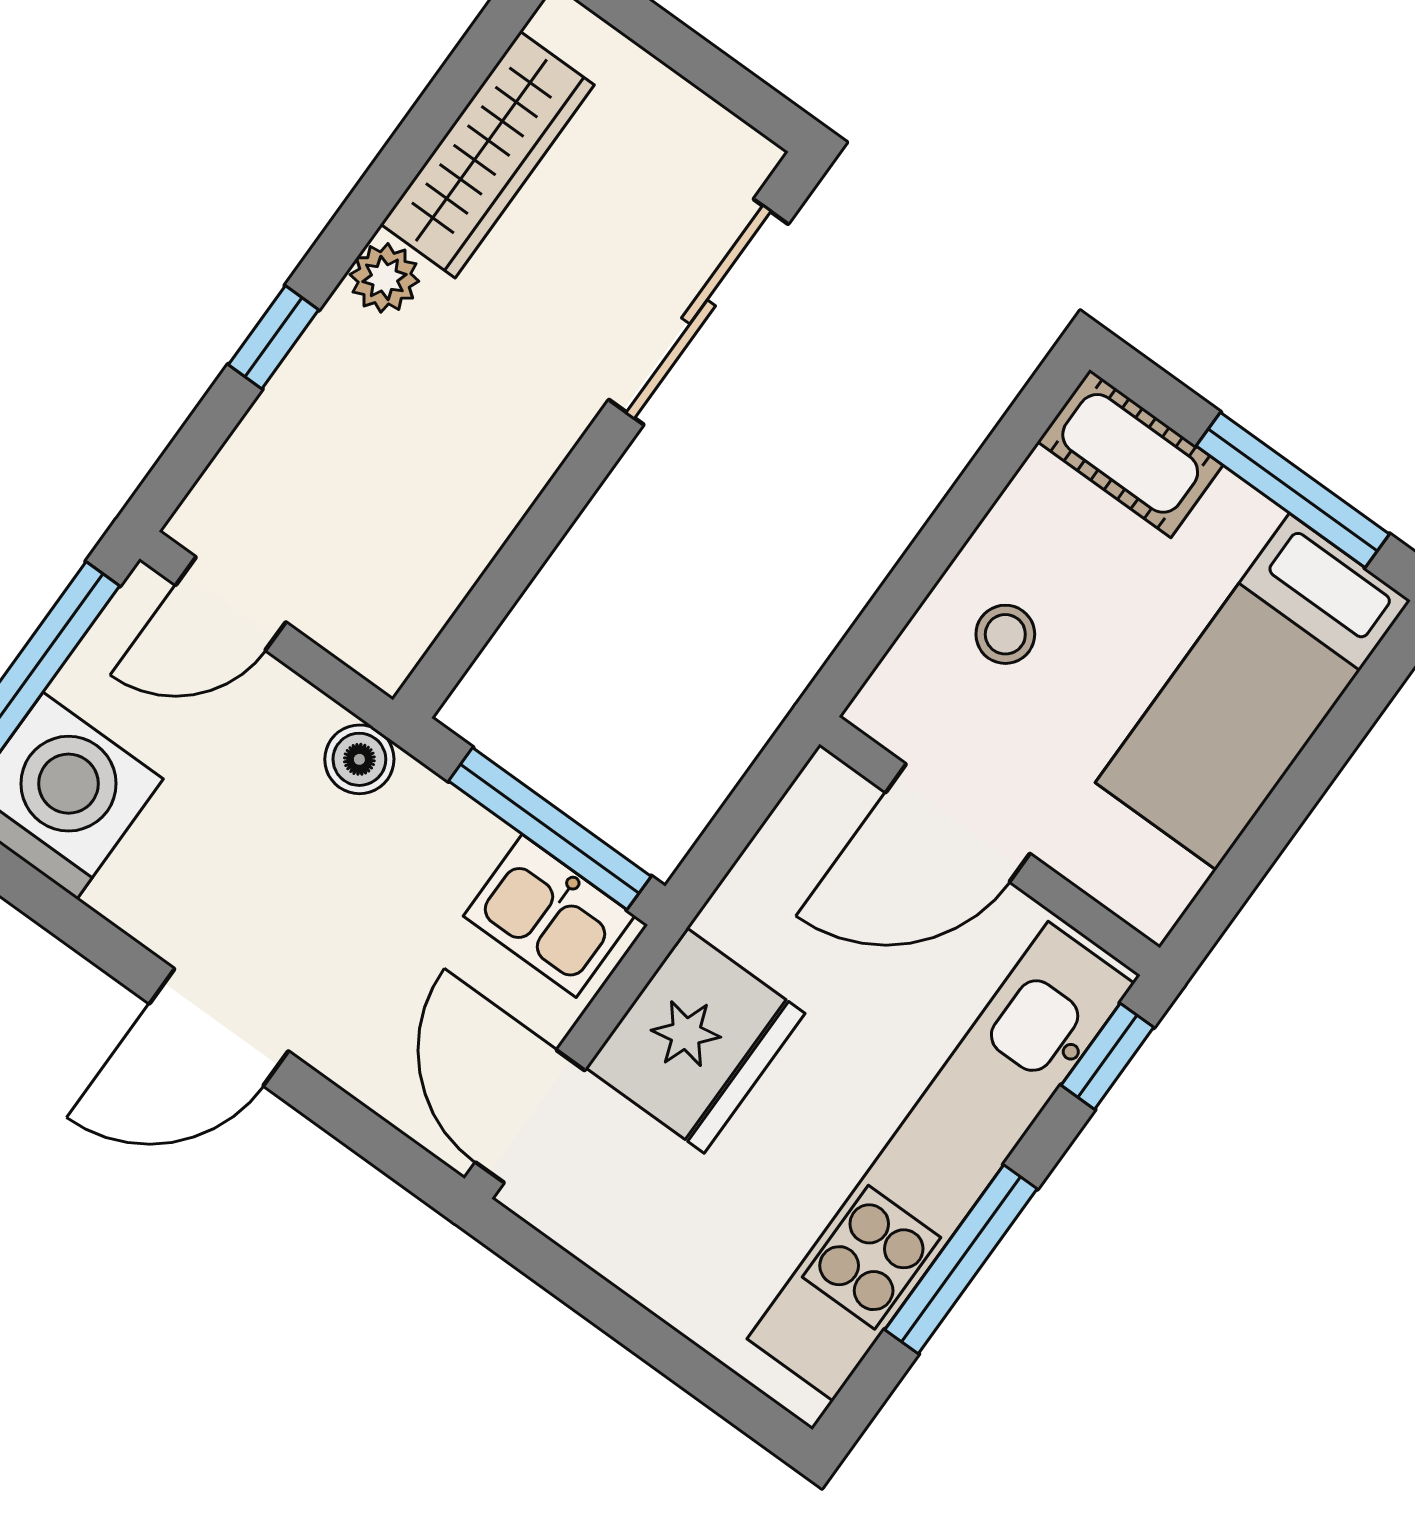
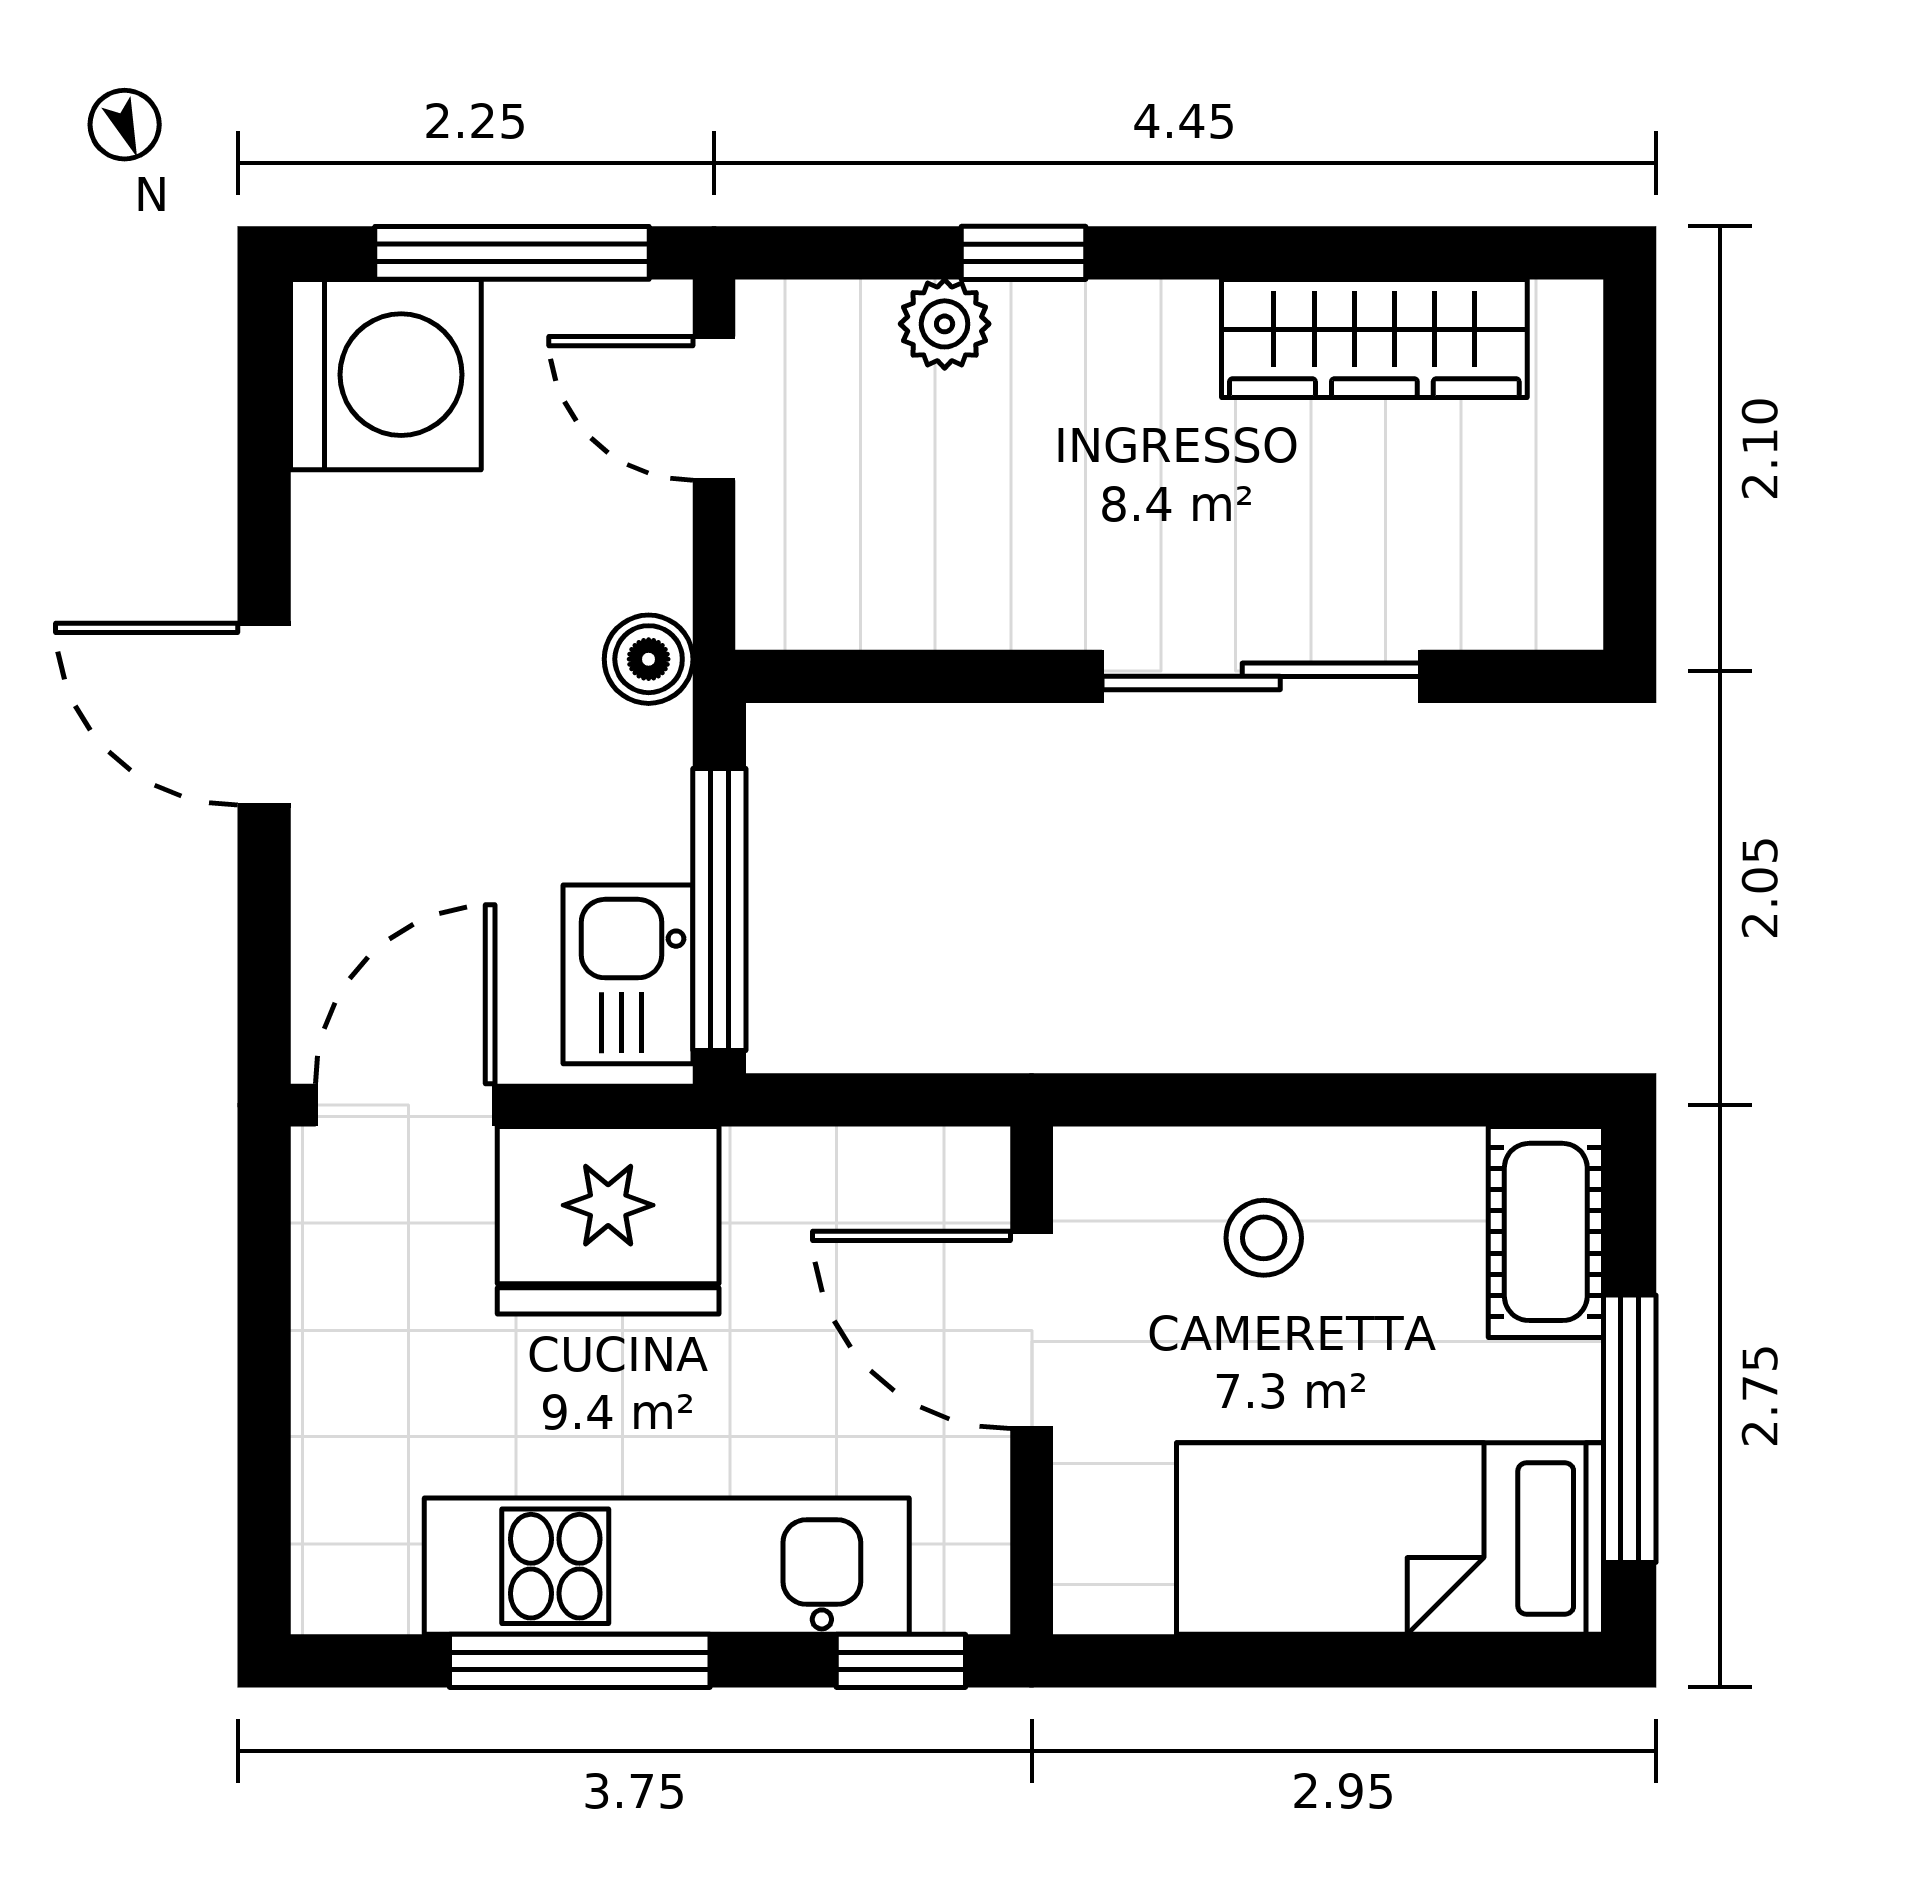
plant: (384, 278) -> (945, 324), moved
sliding door: (699, 312) -> (1261, 676), moved
kitchen unit: (941, 1161) -> (667, 1566), width x0.73

